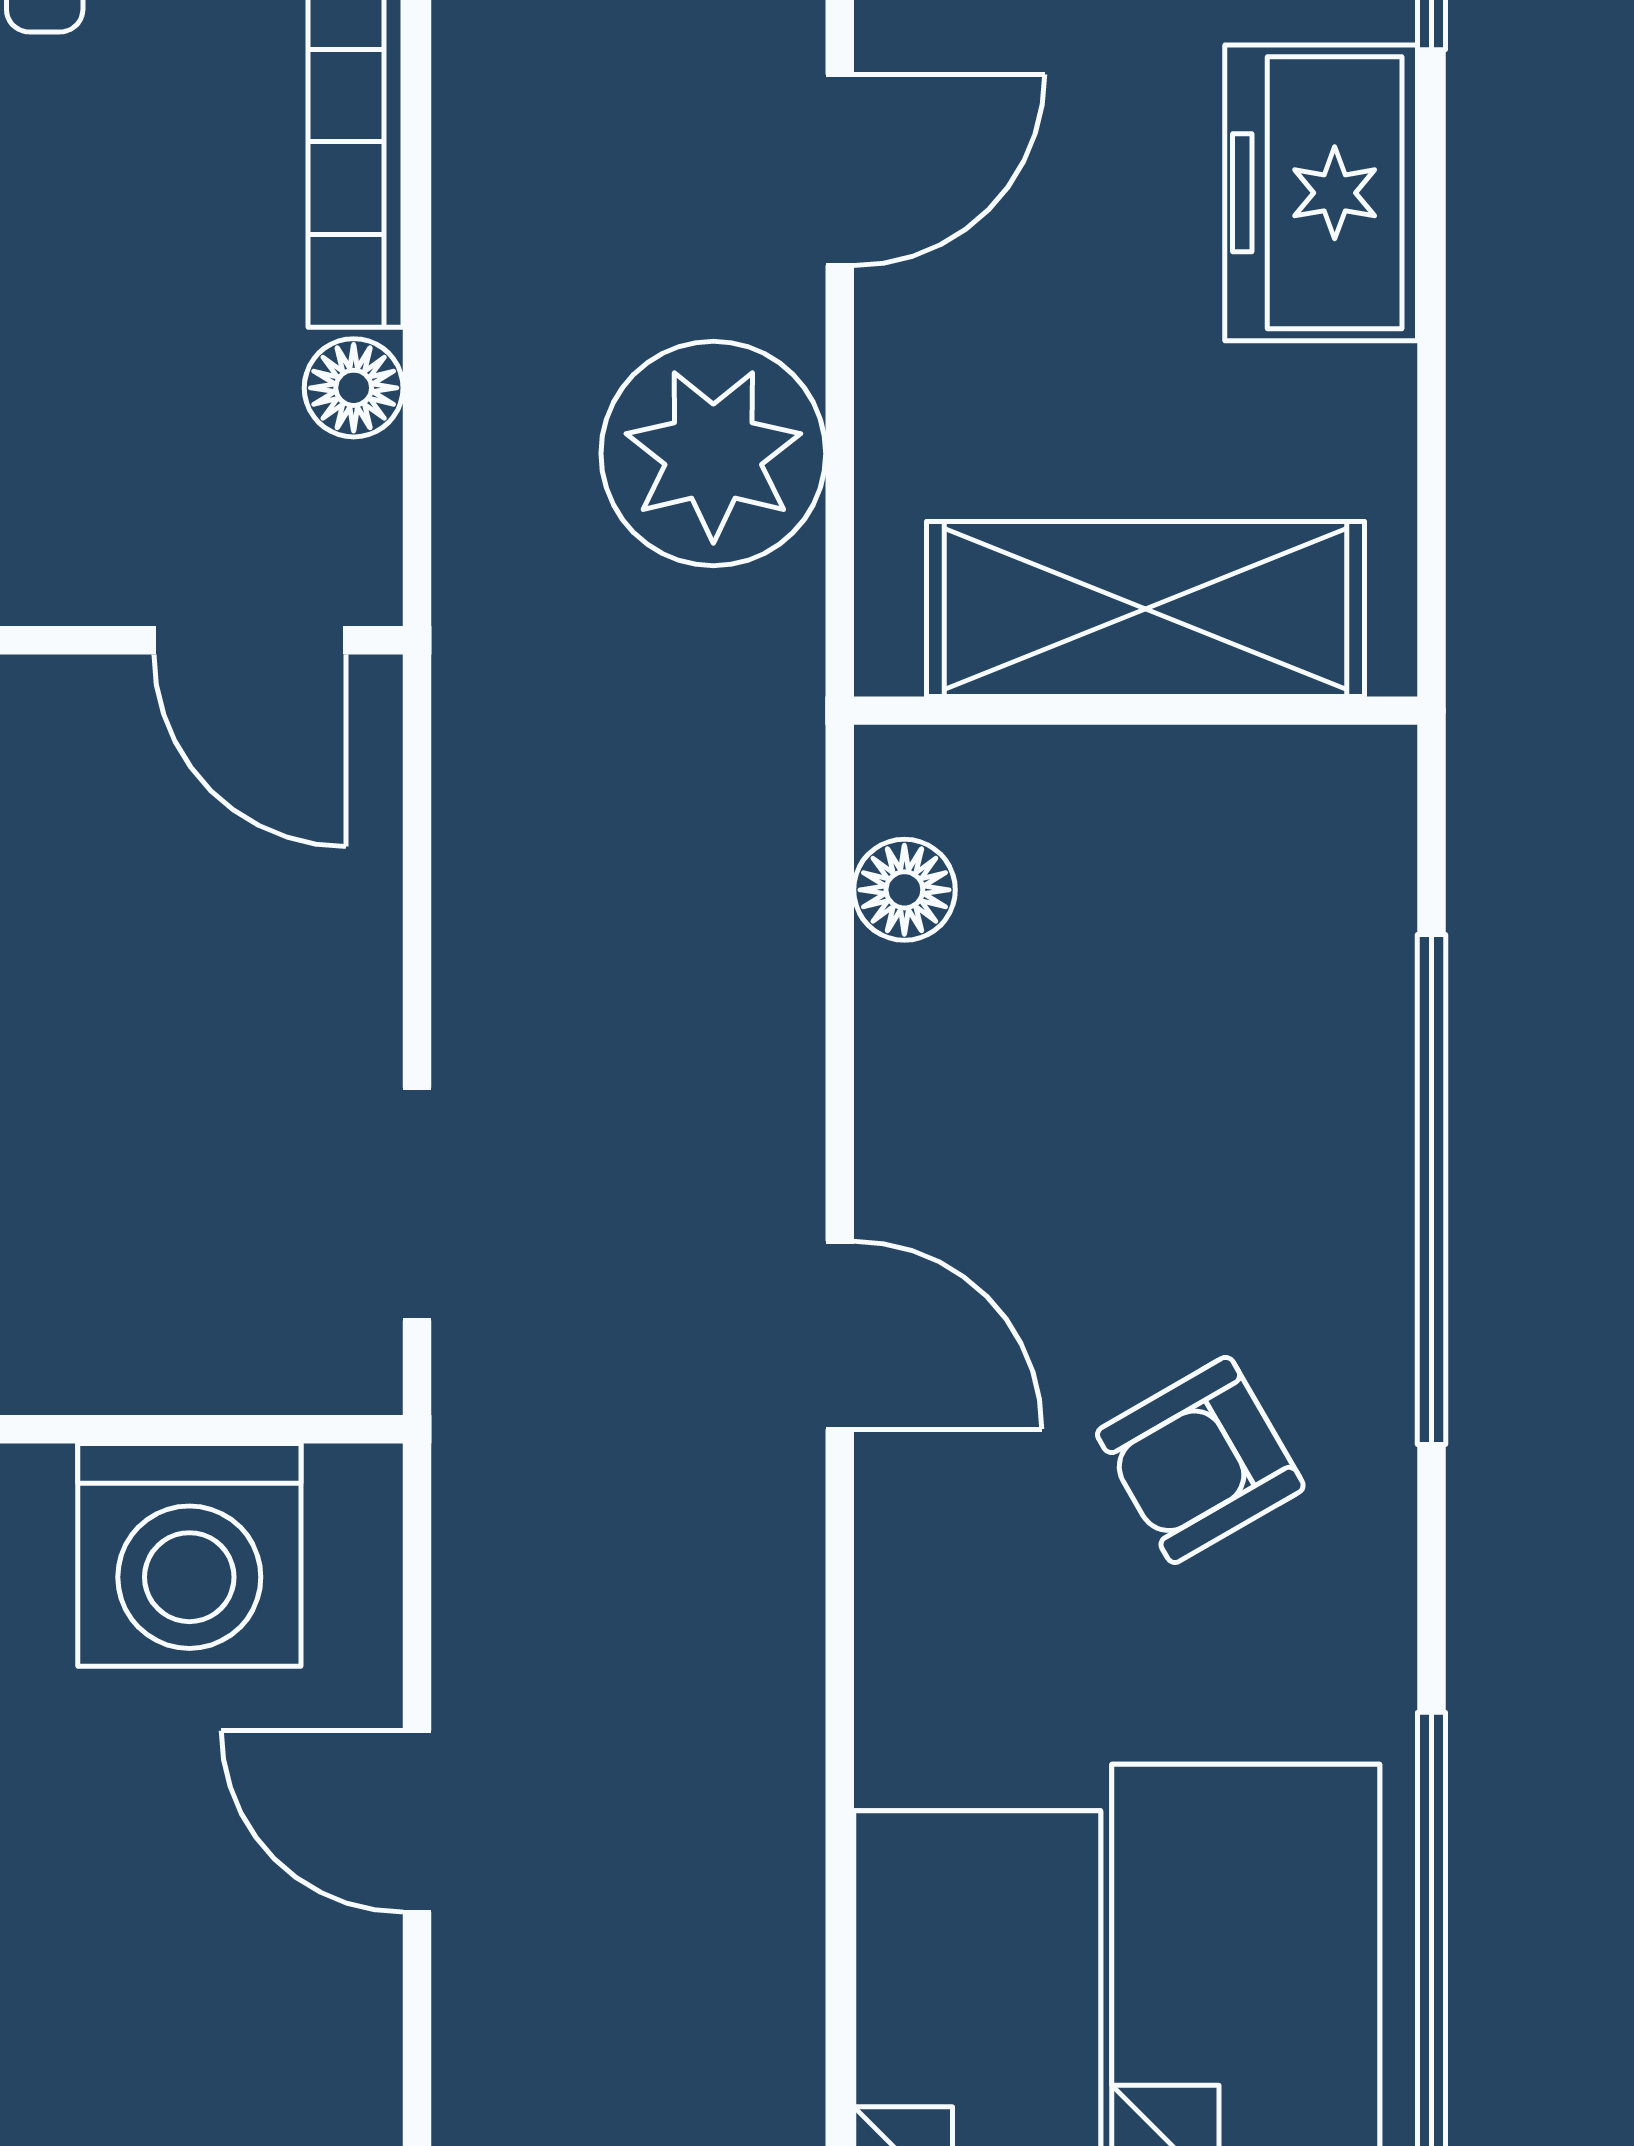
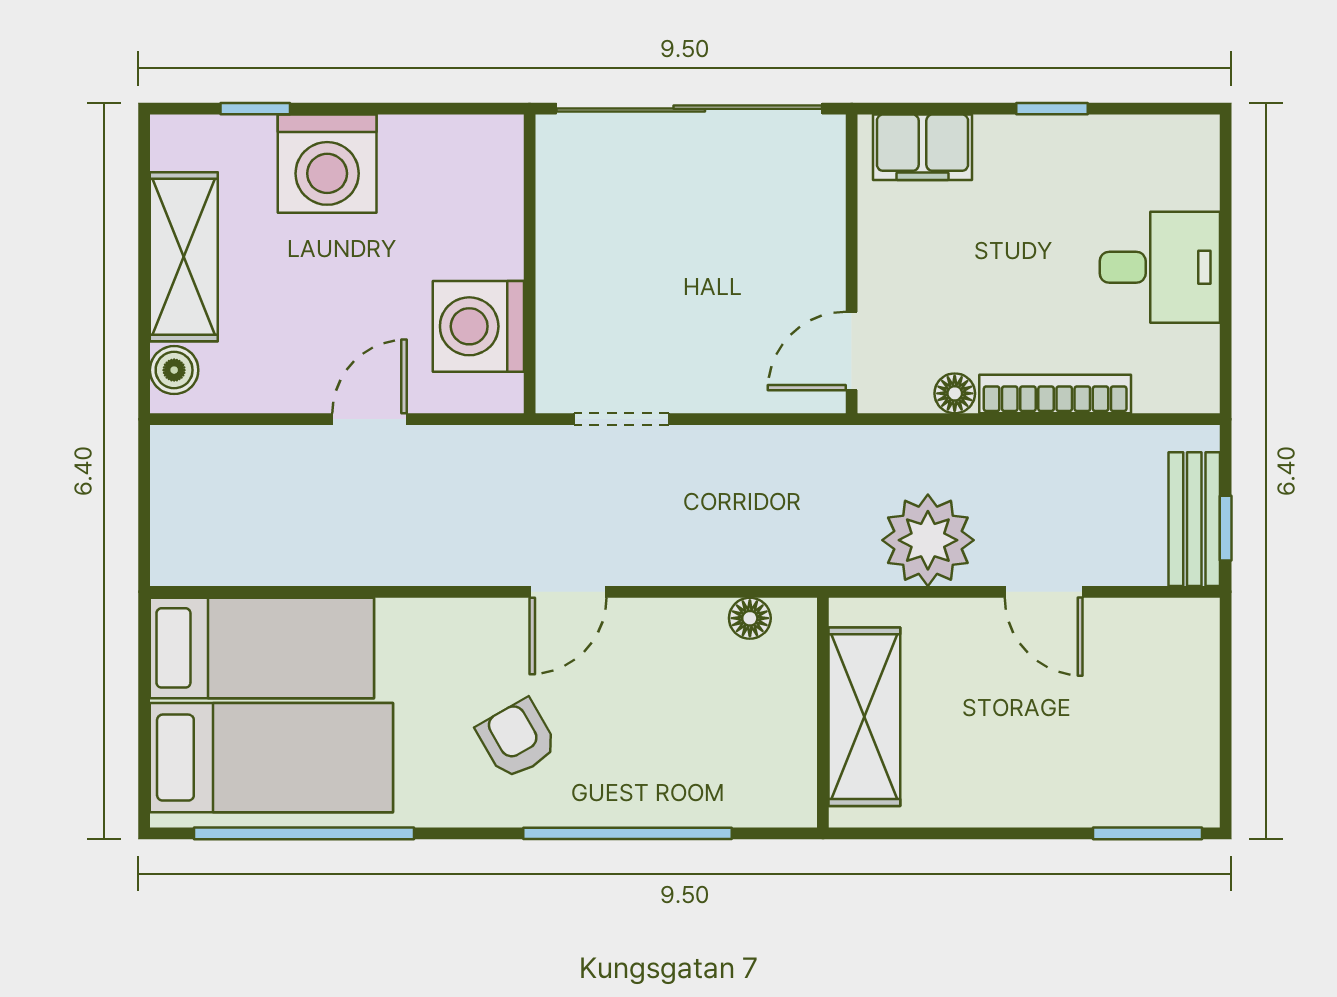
freezer: (1321, 193) -> (1034, 788), removed

